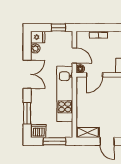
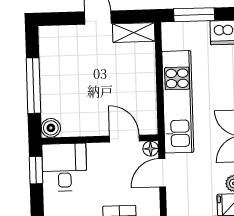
door: (74, 56) -> (162, 173), hinge flipped
door: (95, 75) -> (124, 139), hinge flipped

